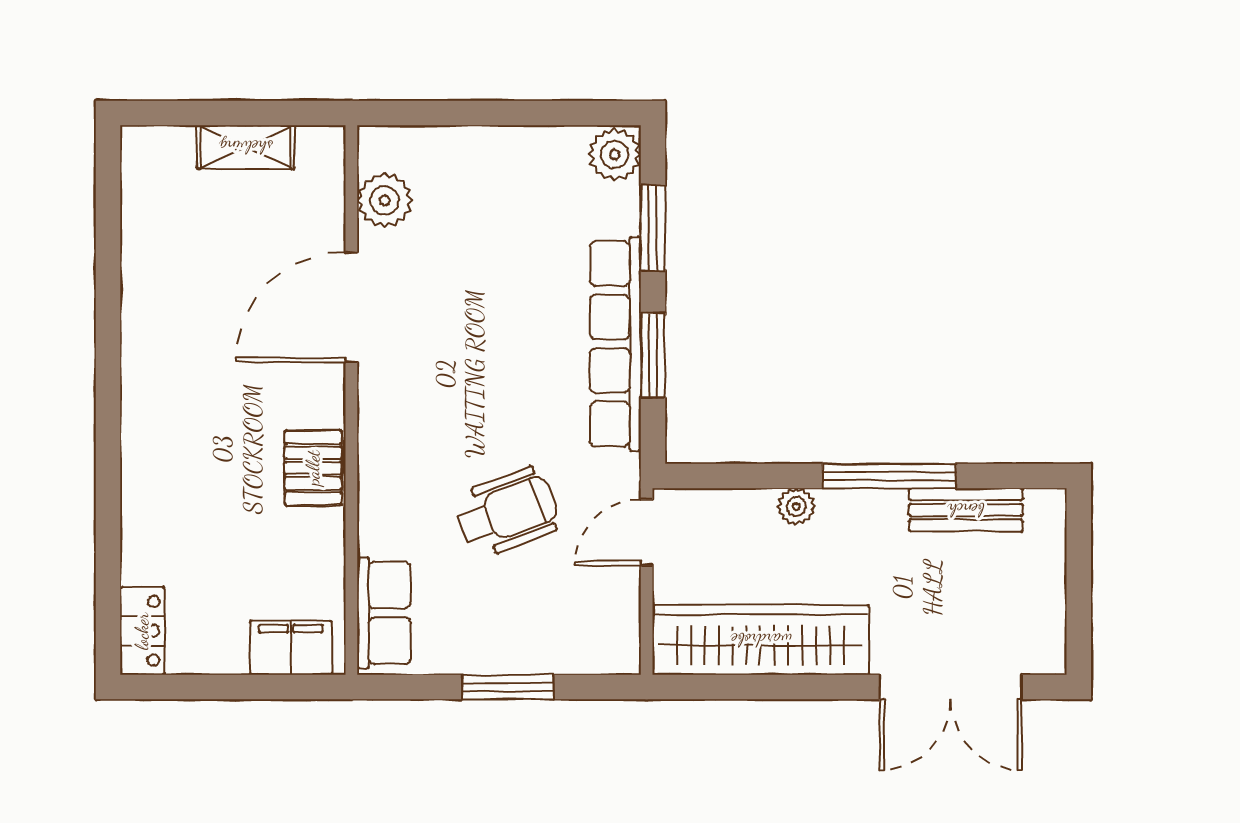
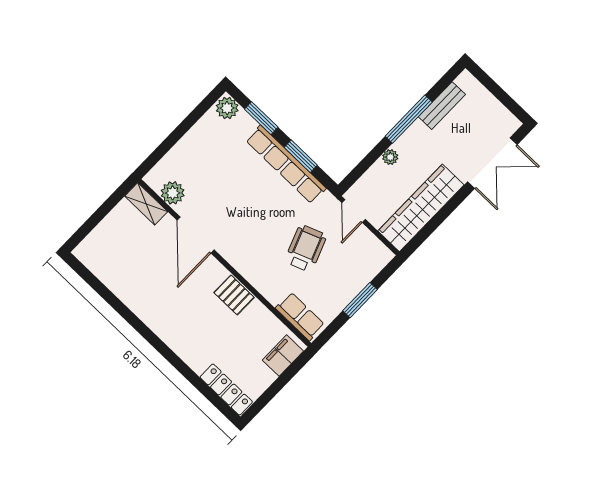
shelving: (246, 147) -> (146, 204), moved, turned 90
locker: (142, 631) -> (226, 389), width x1.53

